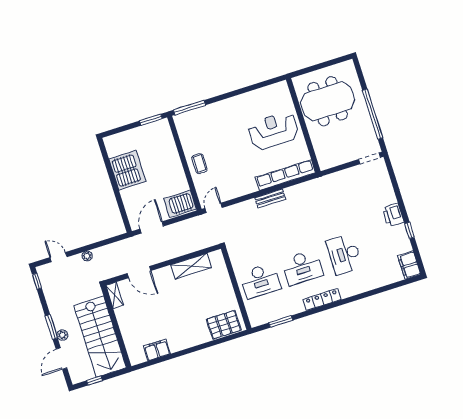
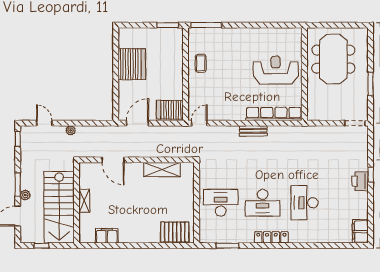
meeting table: (328, 101) -> (333, 59), turned 90
window: (373, 114) -> (371, 84), width x0.47
coffee table: (200, 164) -> (201, 63), moved
window: (409, 230) -> (371, 174), moved
desk: (260, 281) -> (221, 203), turned 180
shelving: (115, 295) -> (84, 201), moved

